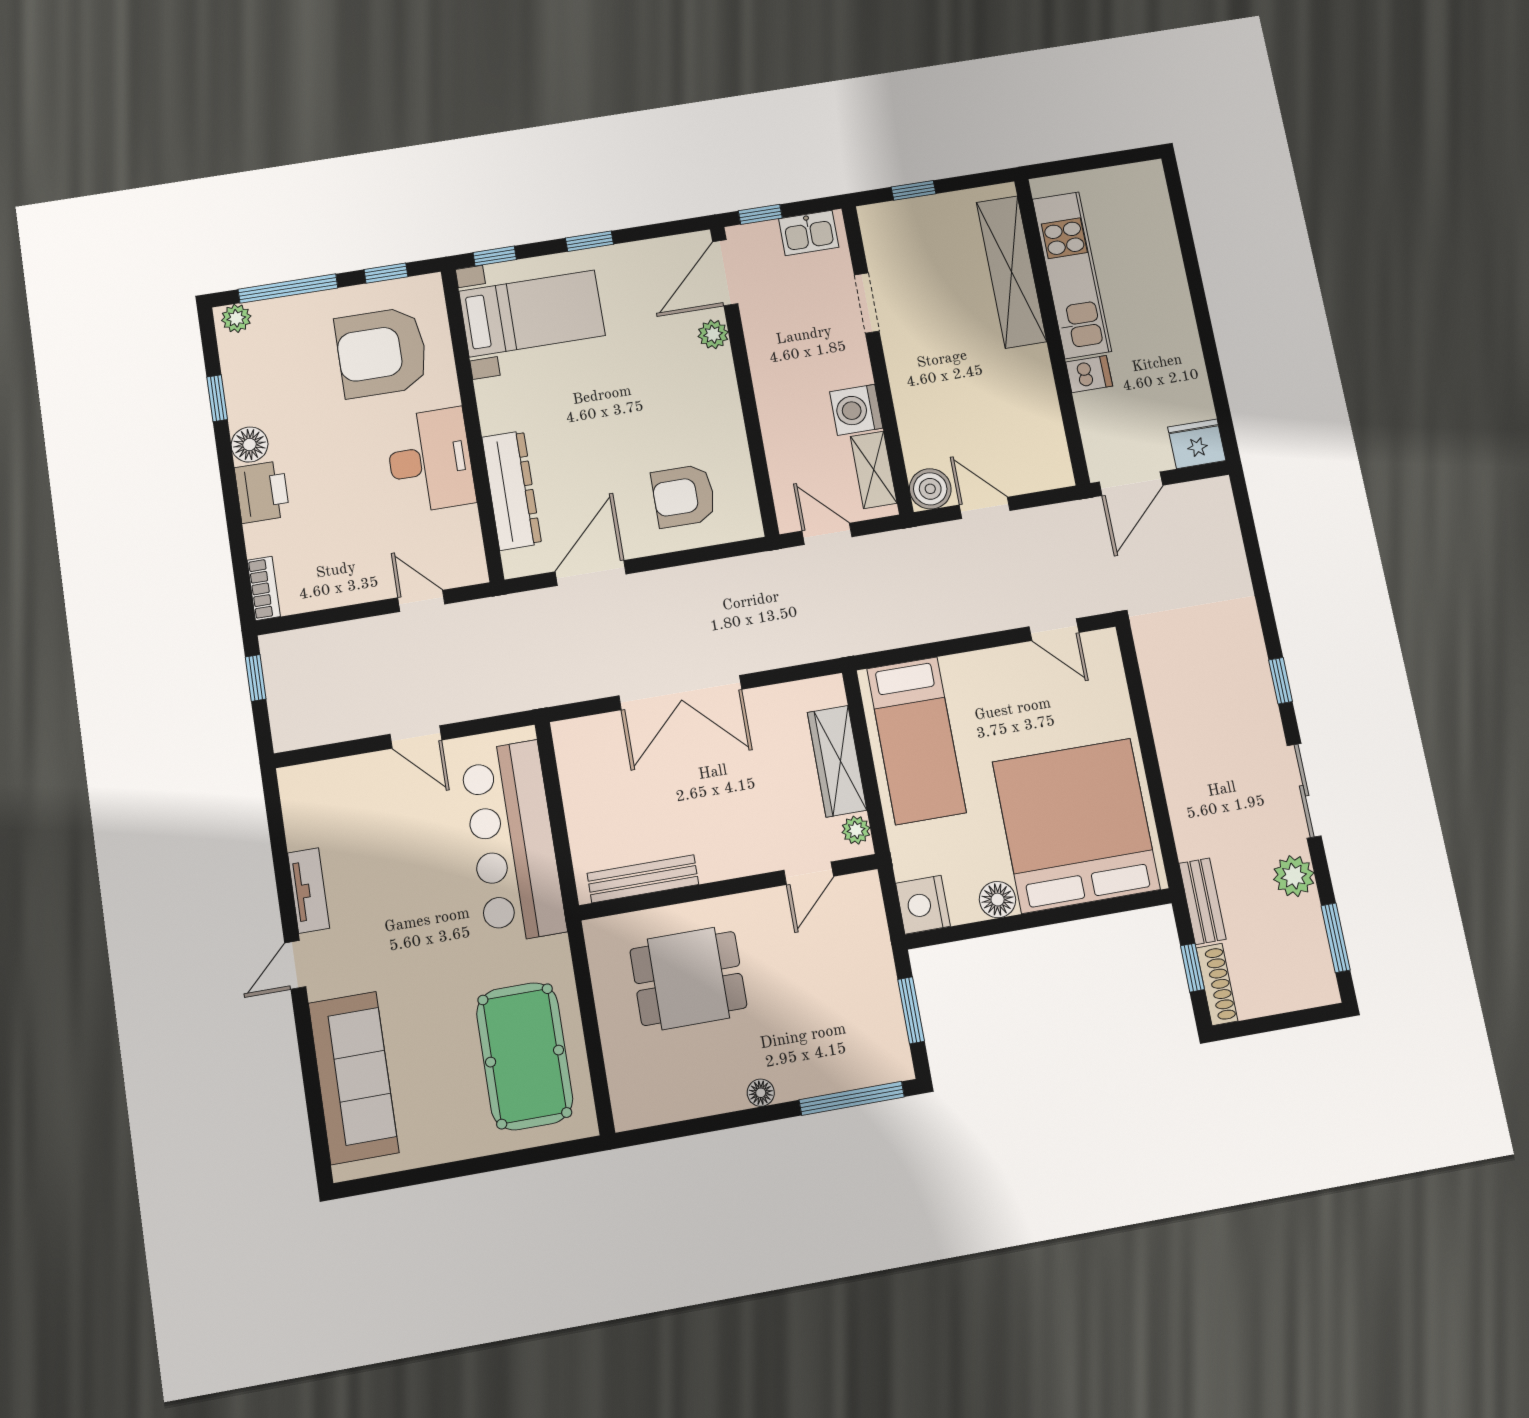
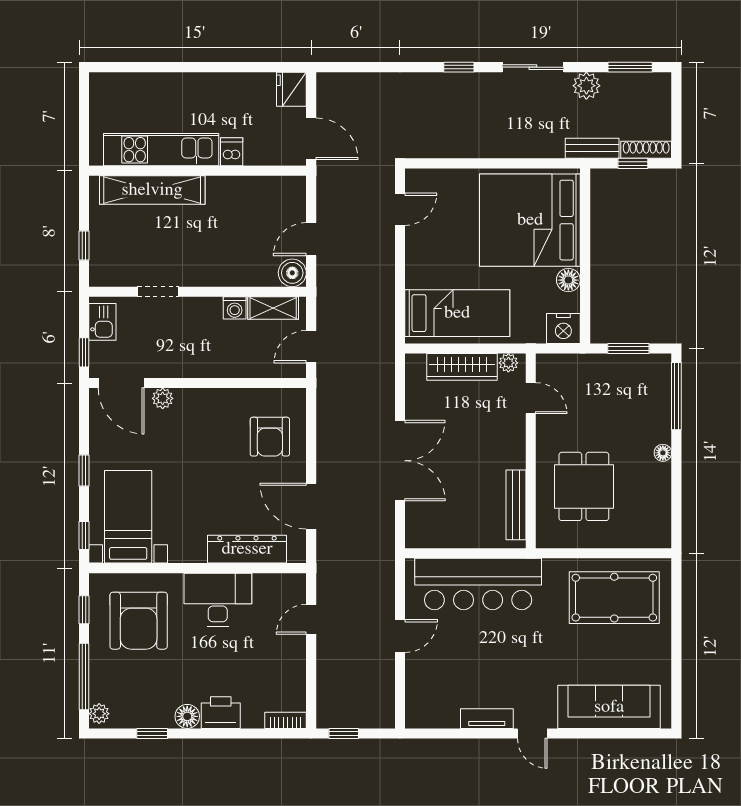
washing machine: (856, 410) -> (235, 308), width x0.73, depth x0.73

